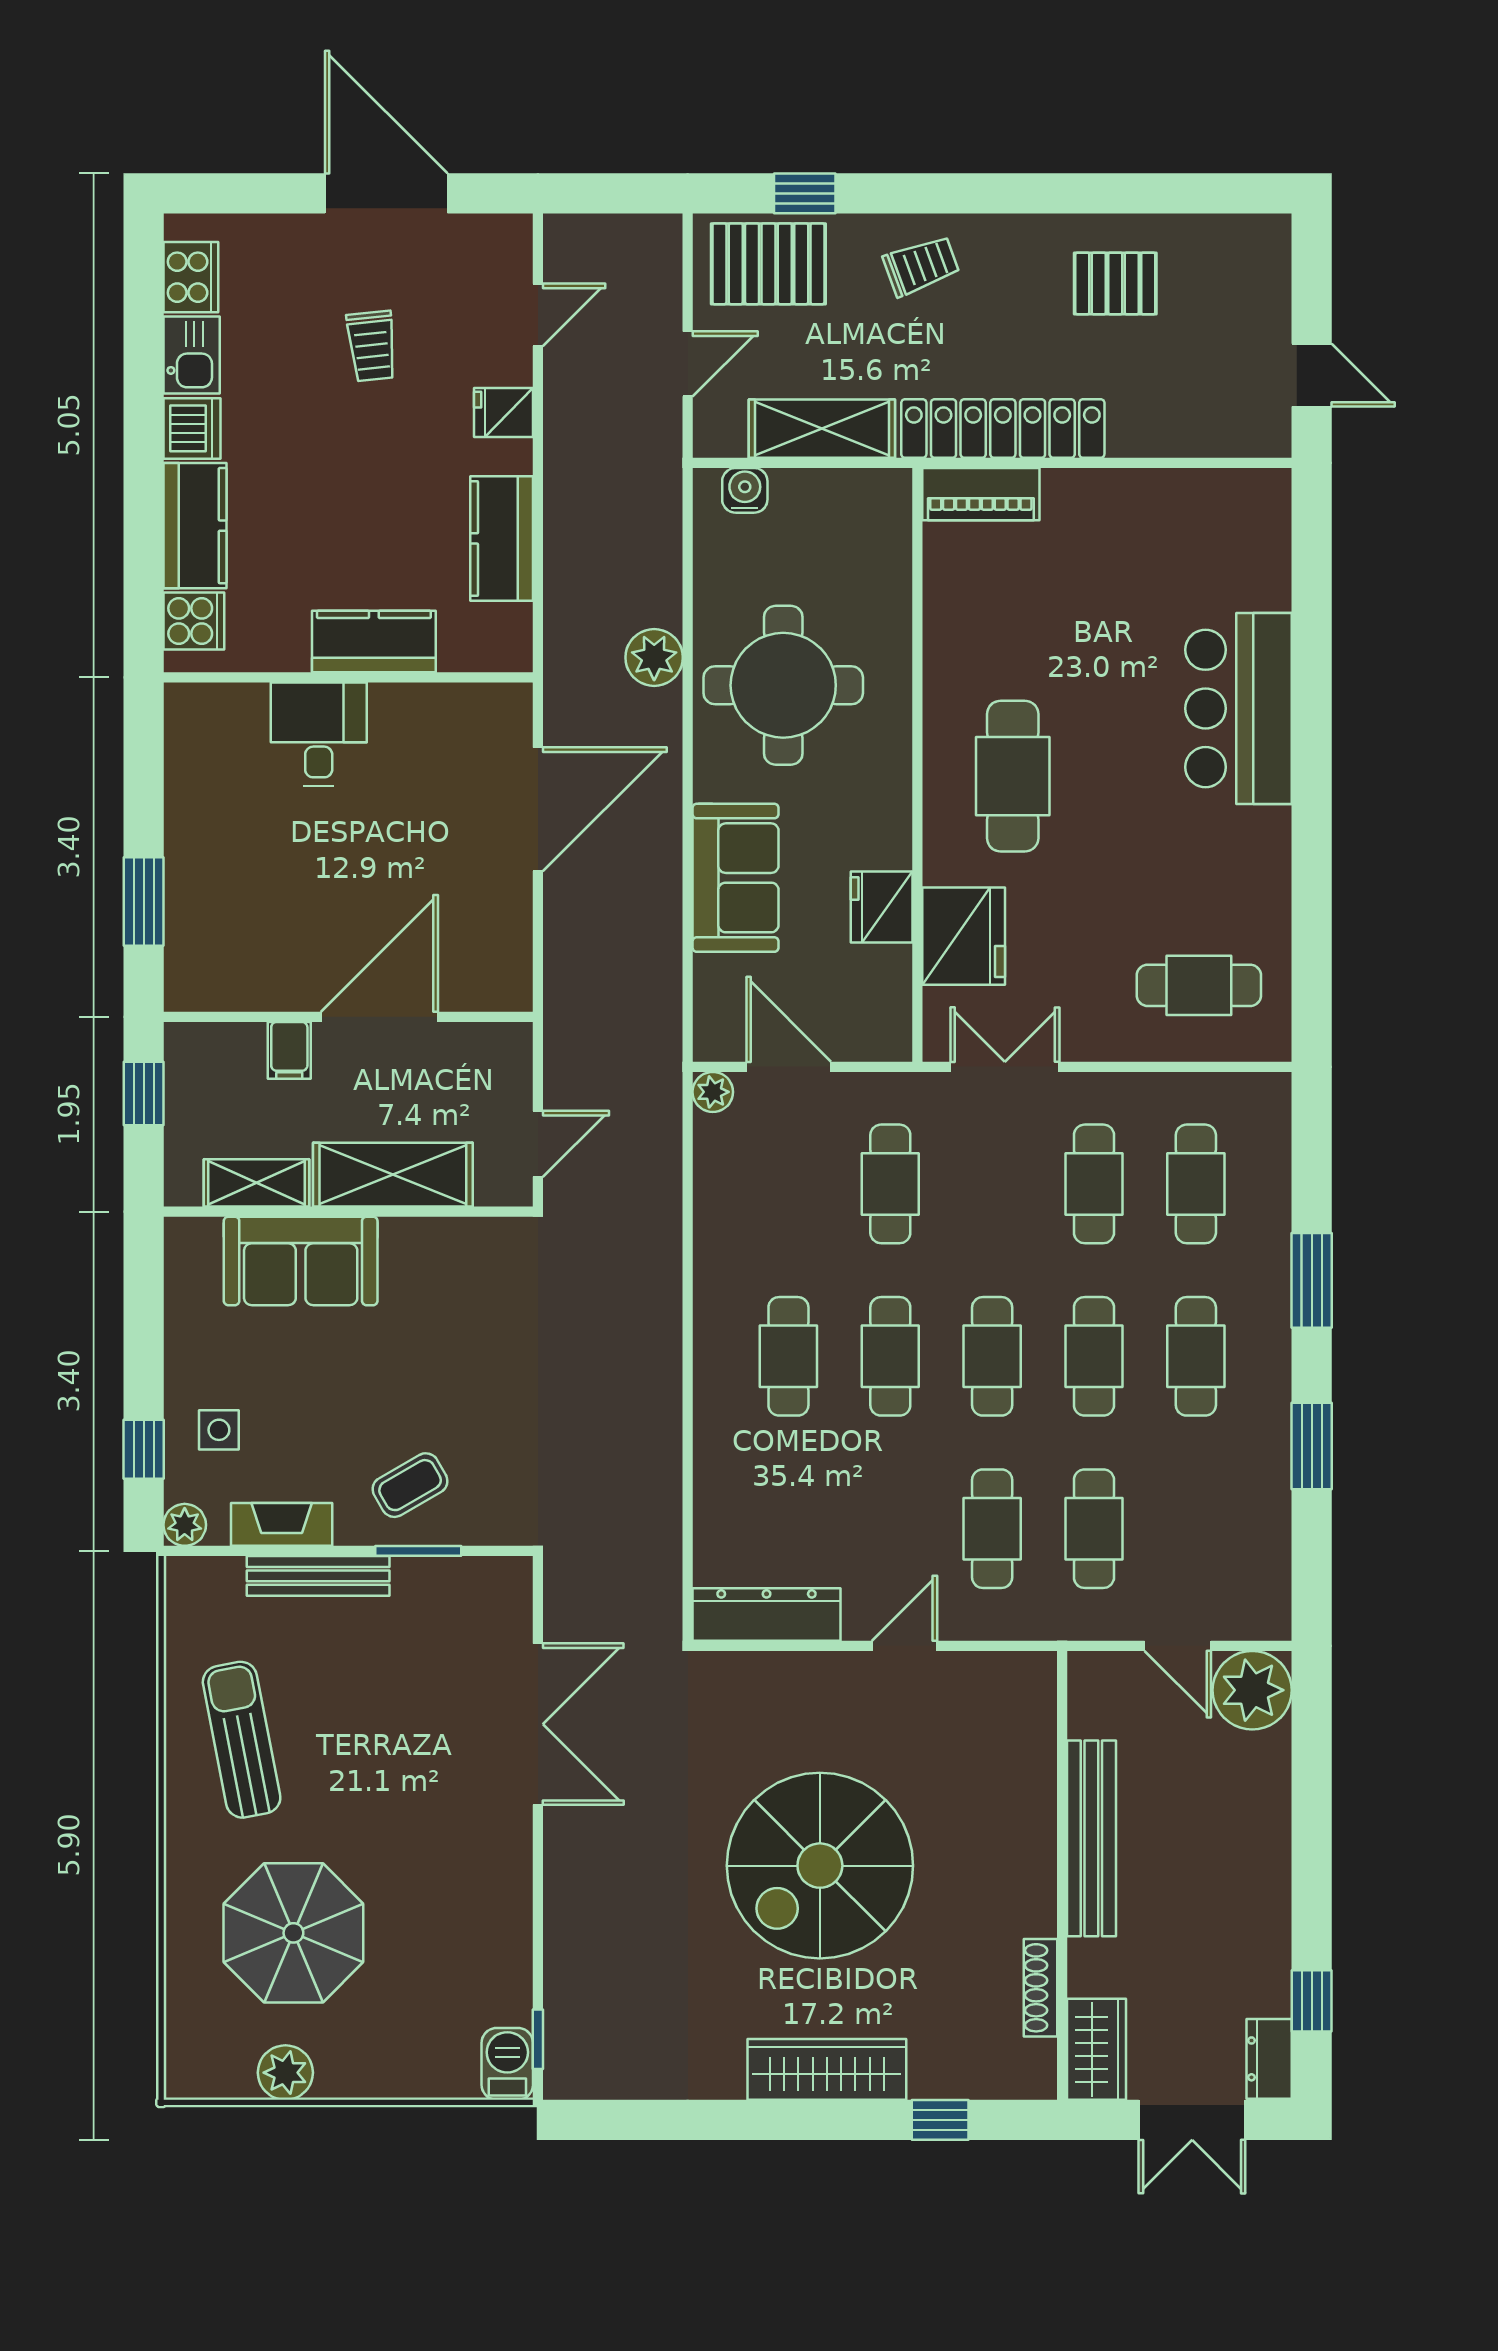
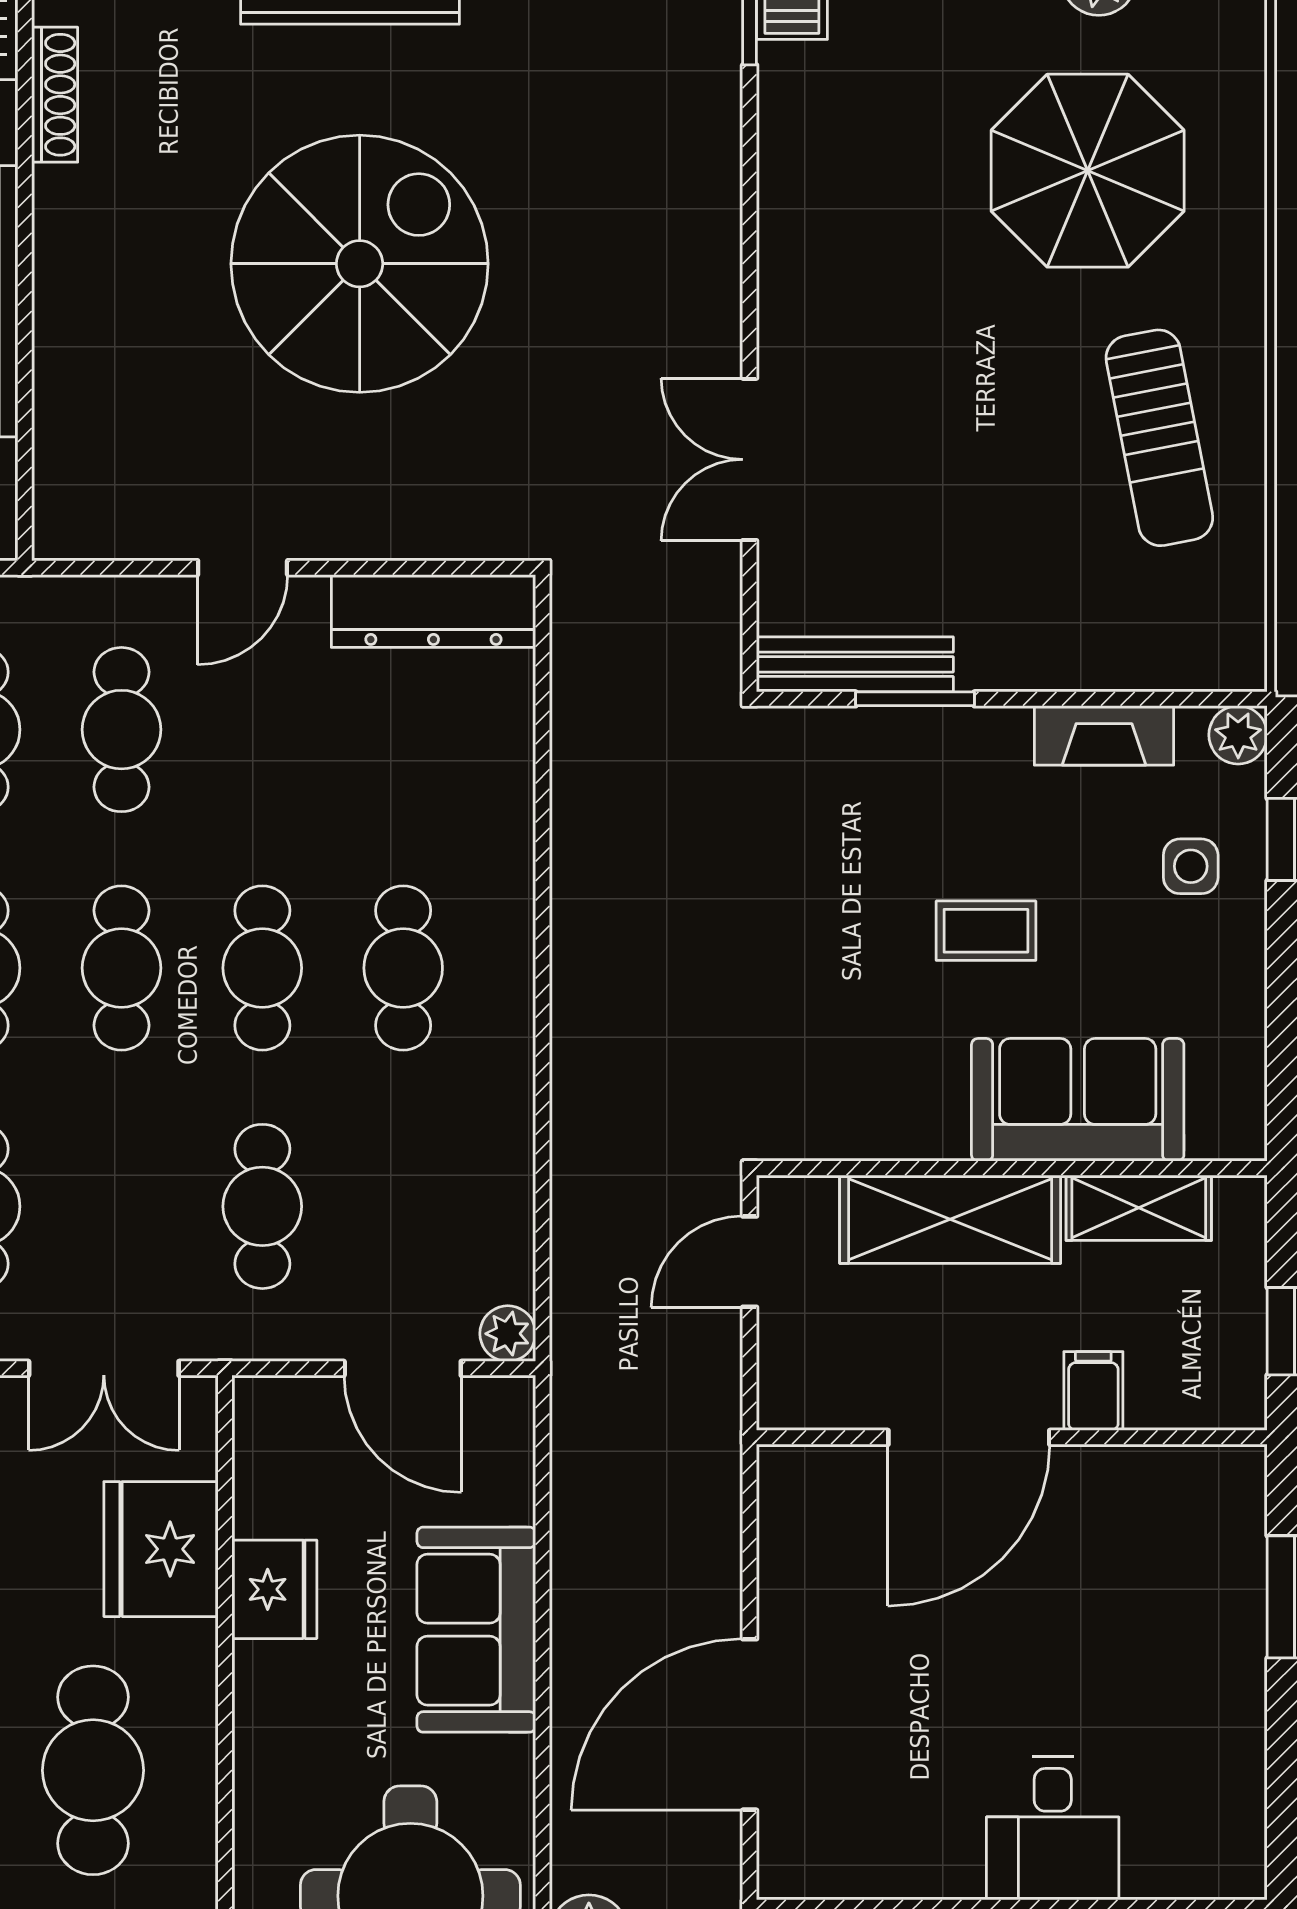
coffee table: (410, 1485) -> (986, 931), moved, turned 30
bench: (318, 1576) -> (855, 664), moved
double door: (538, 1724) -> (750, 459), width x0.73

